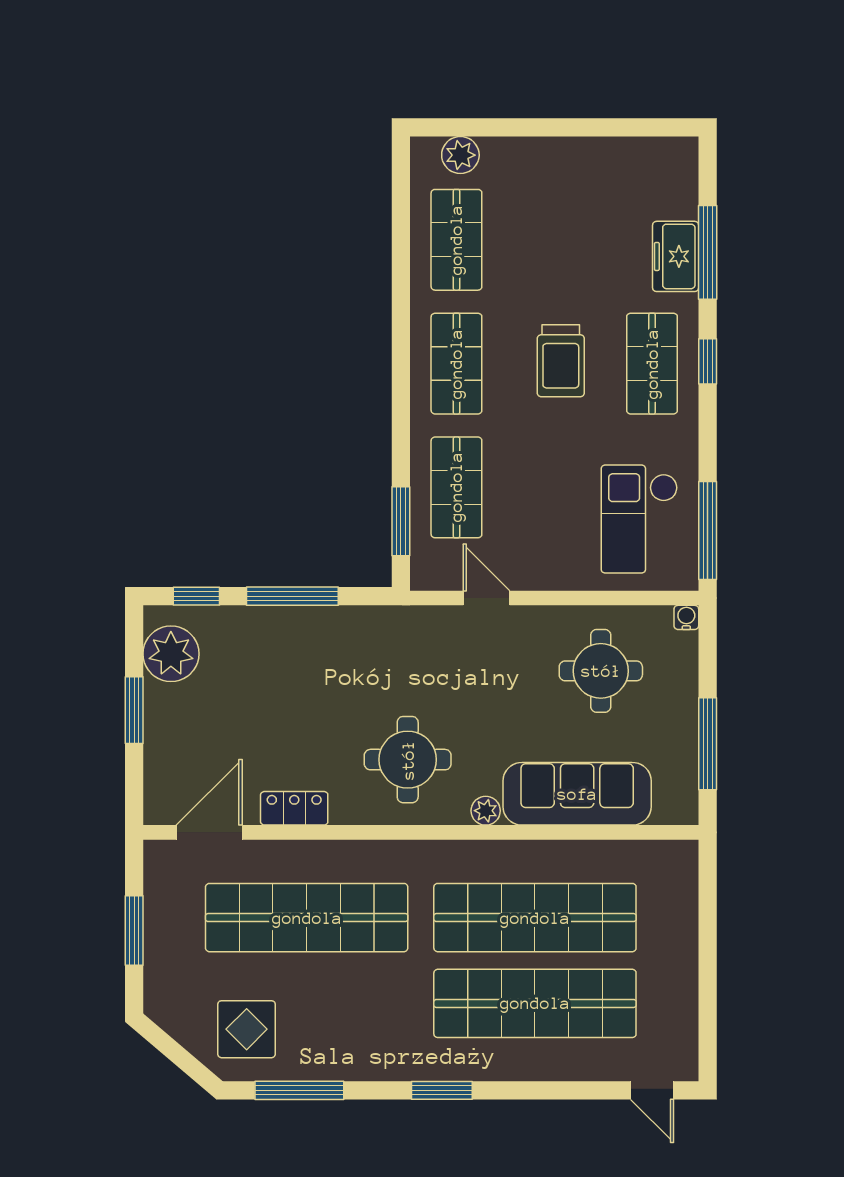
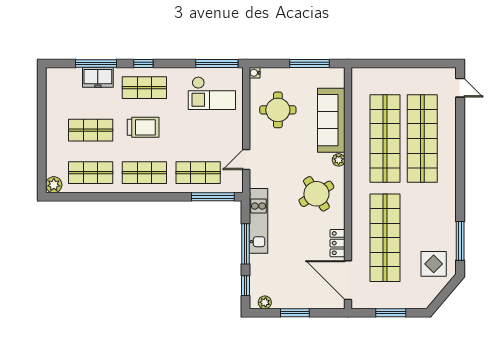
plant: (460, 155) -> (54, 185), moved
shop shelf: (554, 240) -> (91, 130), added
window: (401, 521) -> (213, 197), width x1.44
kitchen unit: (345, 626) -> (258, 221), added
plant: (171, 654) -> (265, 302), width x0.53, depth x0.53
round table: (408, 760) -> (316, 194), turned -32
door: (209, 832) -> (348, 280), width x1.36
window: (442, 1090) -> (460, 179), removed
door: (652, 1090) -> (460, 88), hinge flipped

